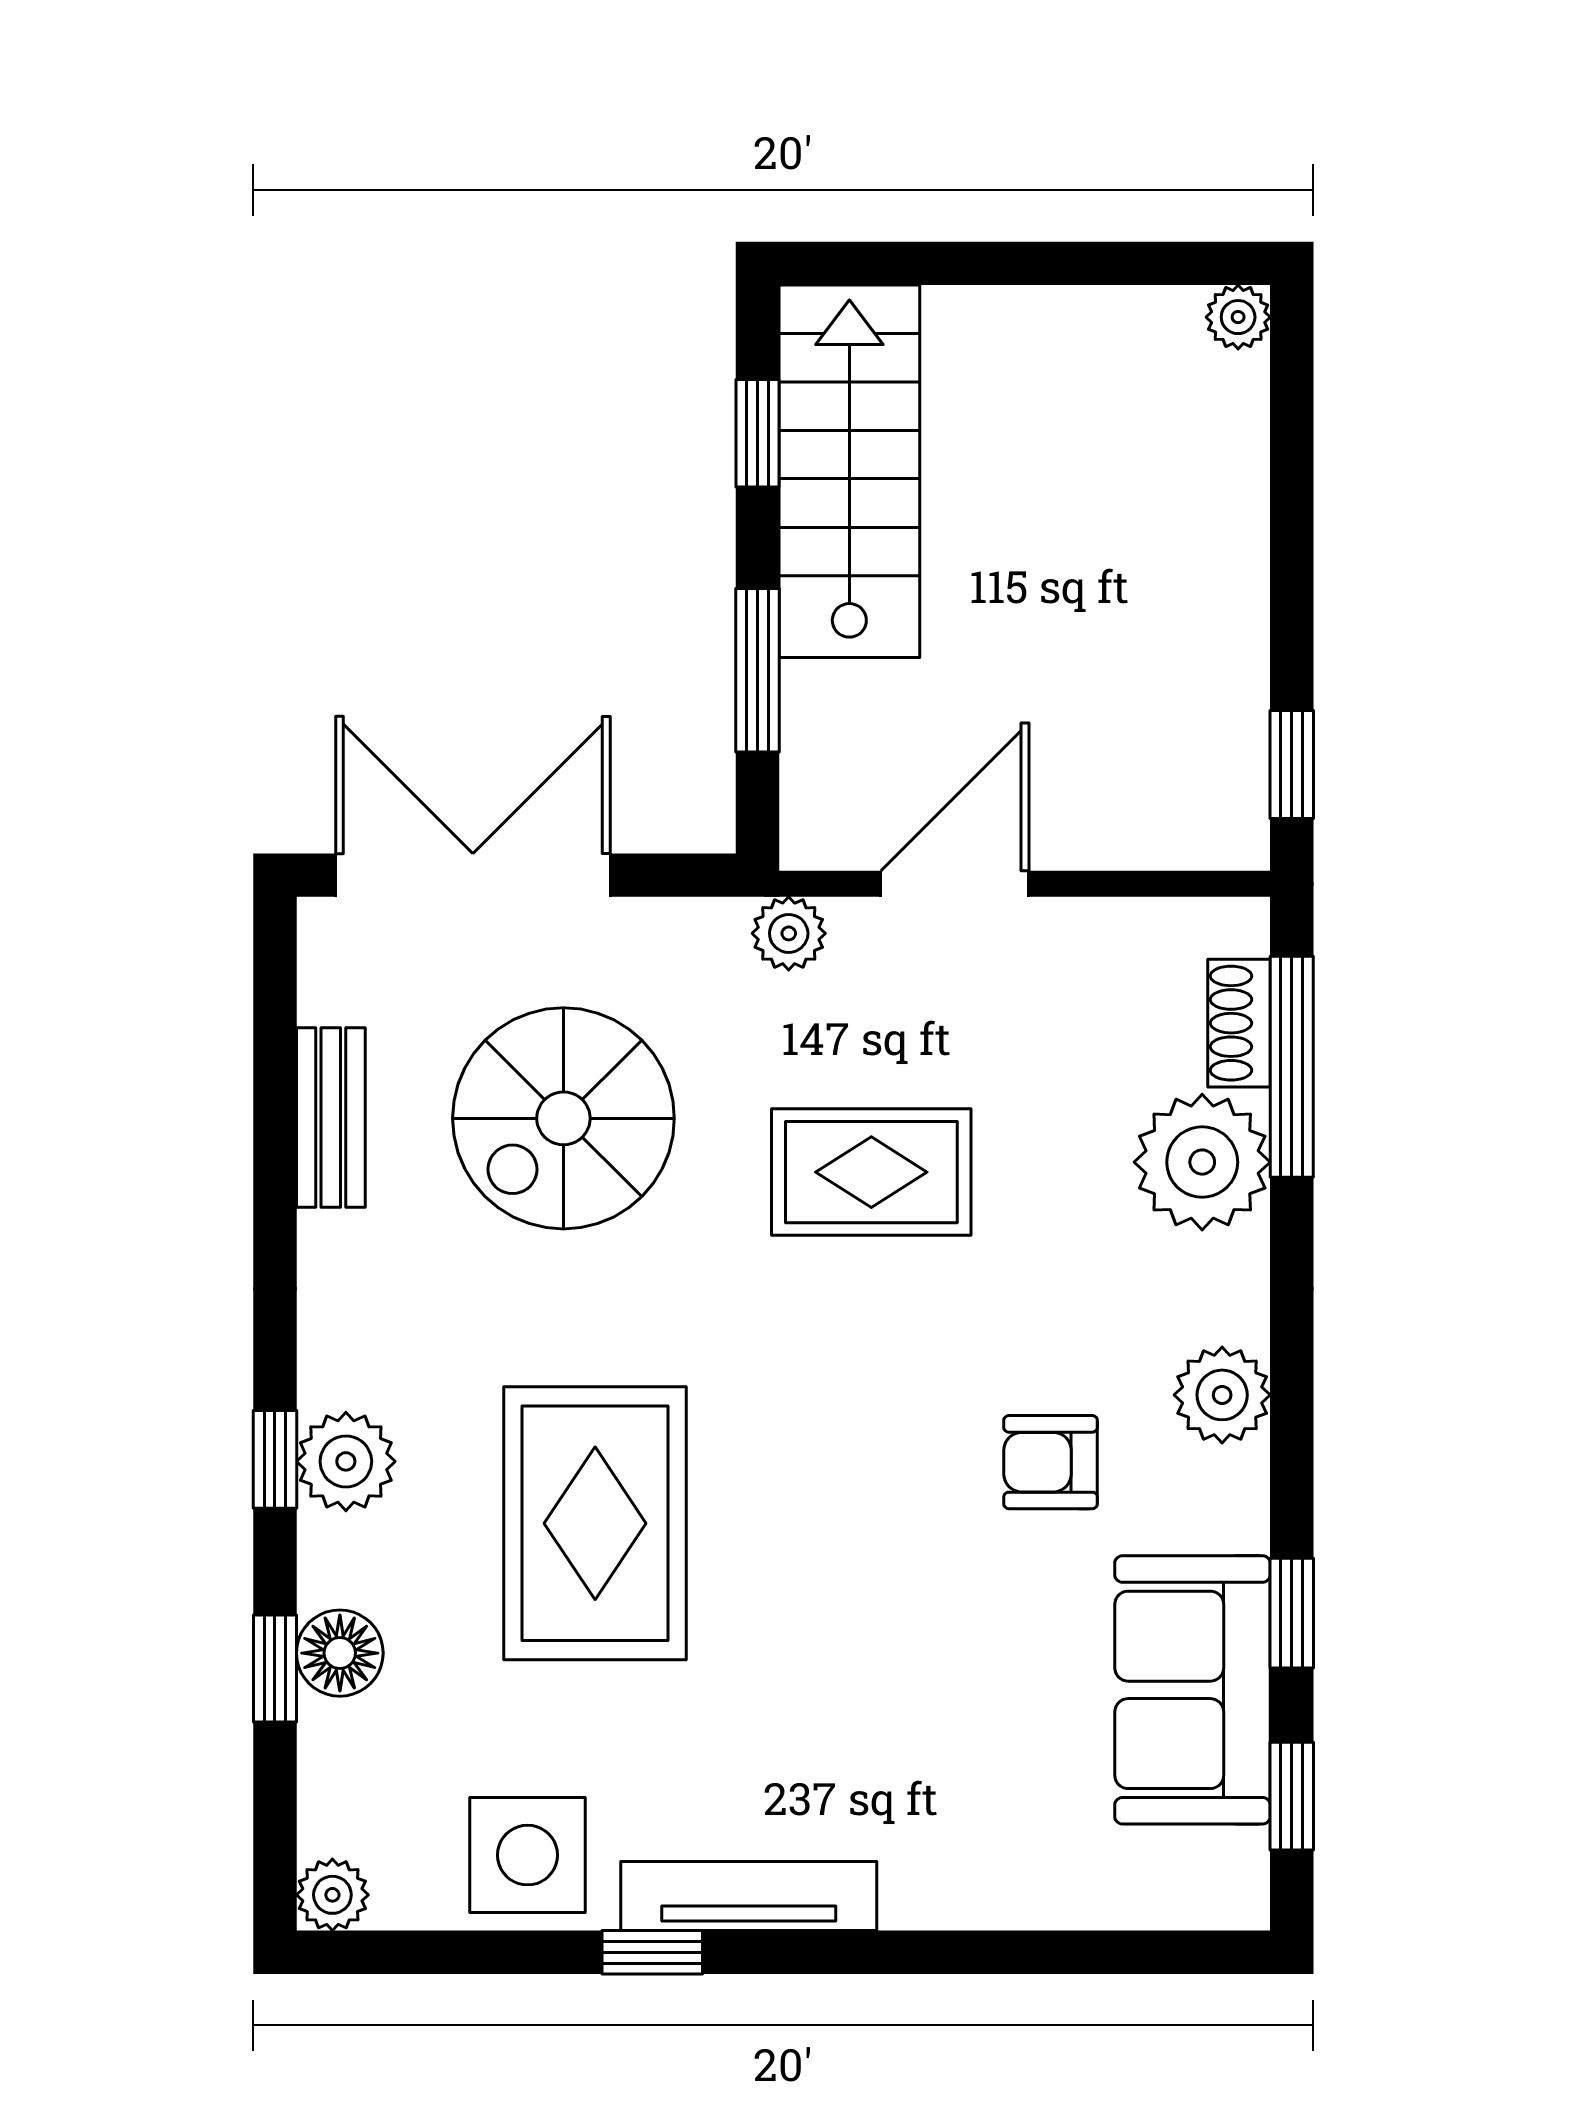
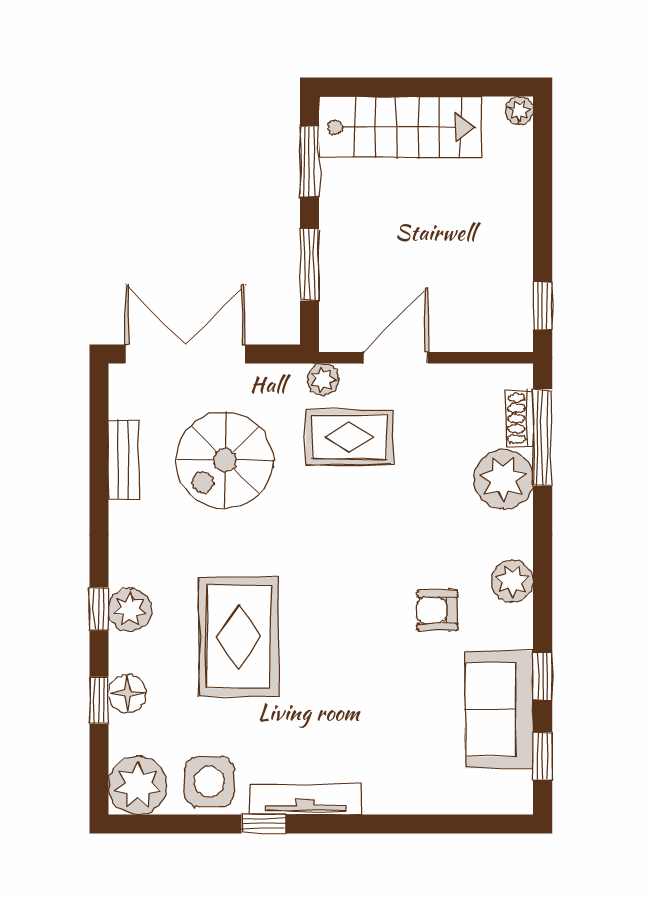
window: (757, 433) -> (309, 161), width x1.50
stairs: (849, 471) -> (400, 127), moved, turned 90
rug: (871, 1172) -> (349, 437), moved
plant: (332, 1895) -> (138, 785), width x1.88, depth x1.88

